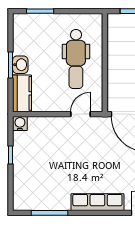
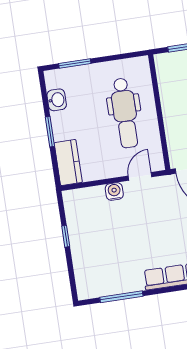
washbasin: (20, 65) -> (57, 100), moved
water cooler: (20, 124) -> (114, 191), moved

